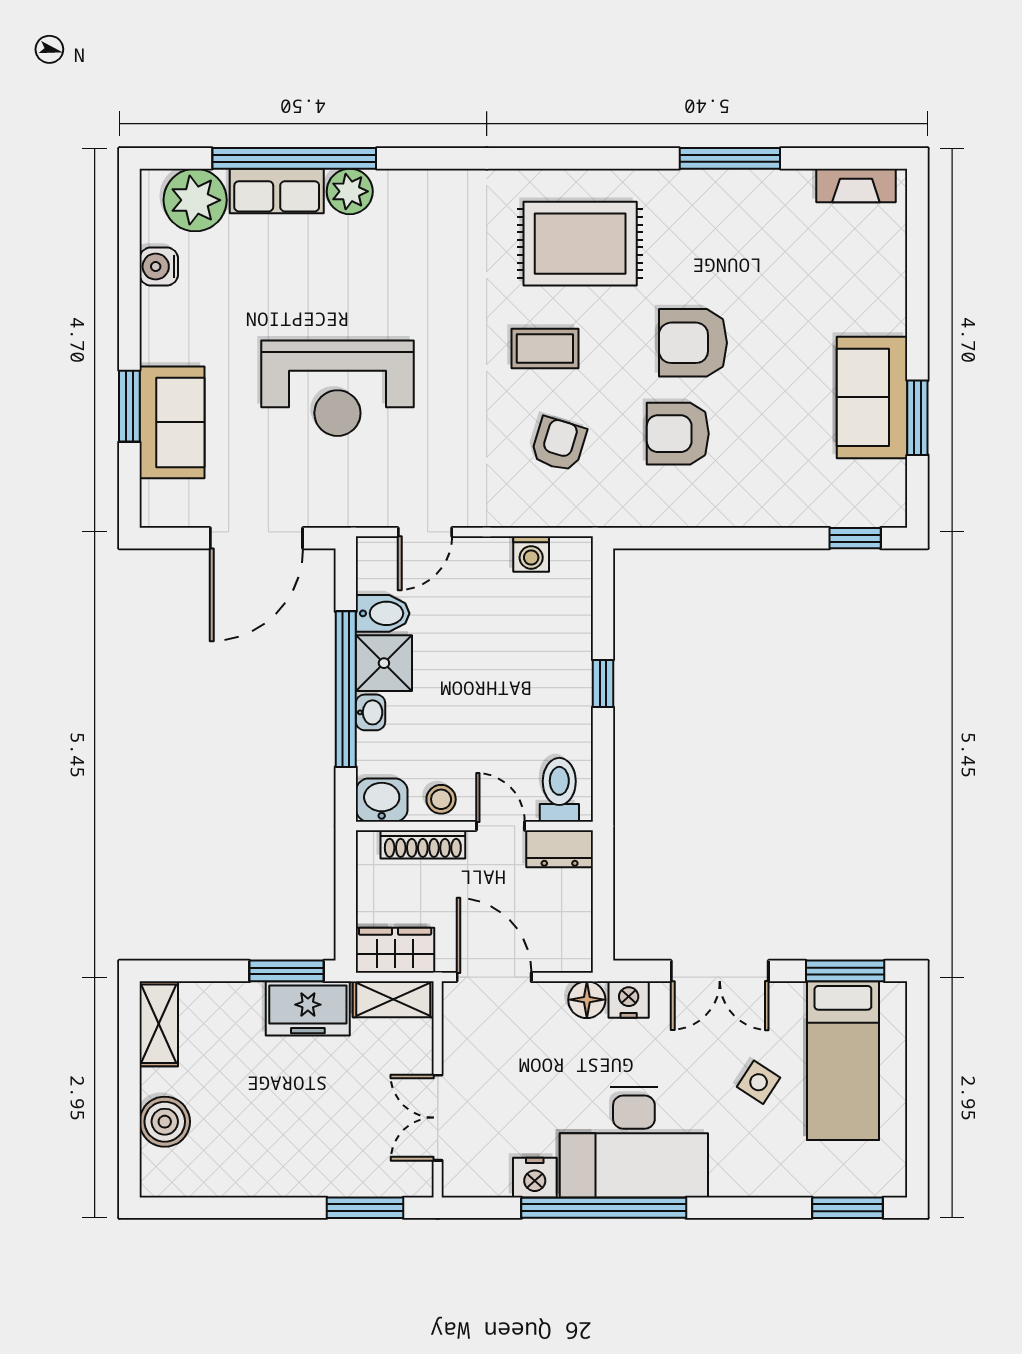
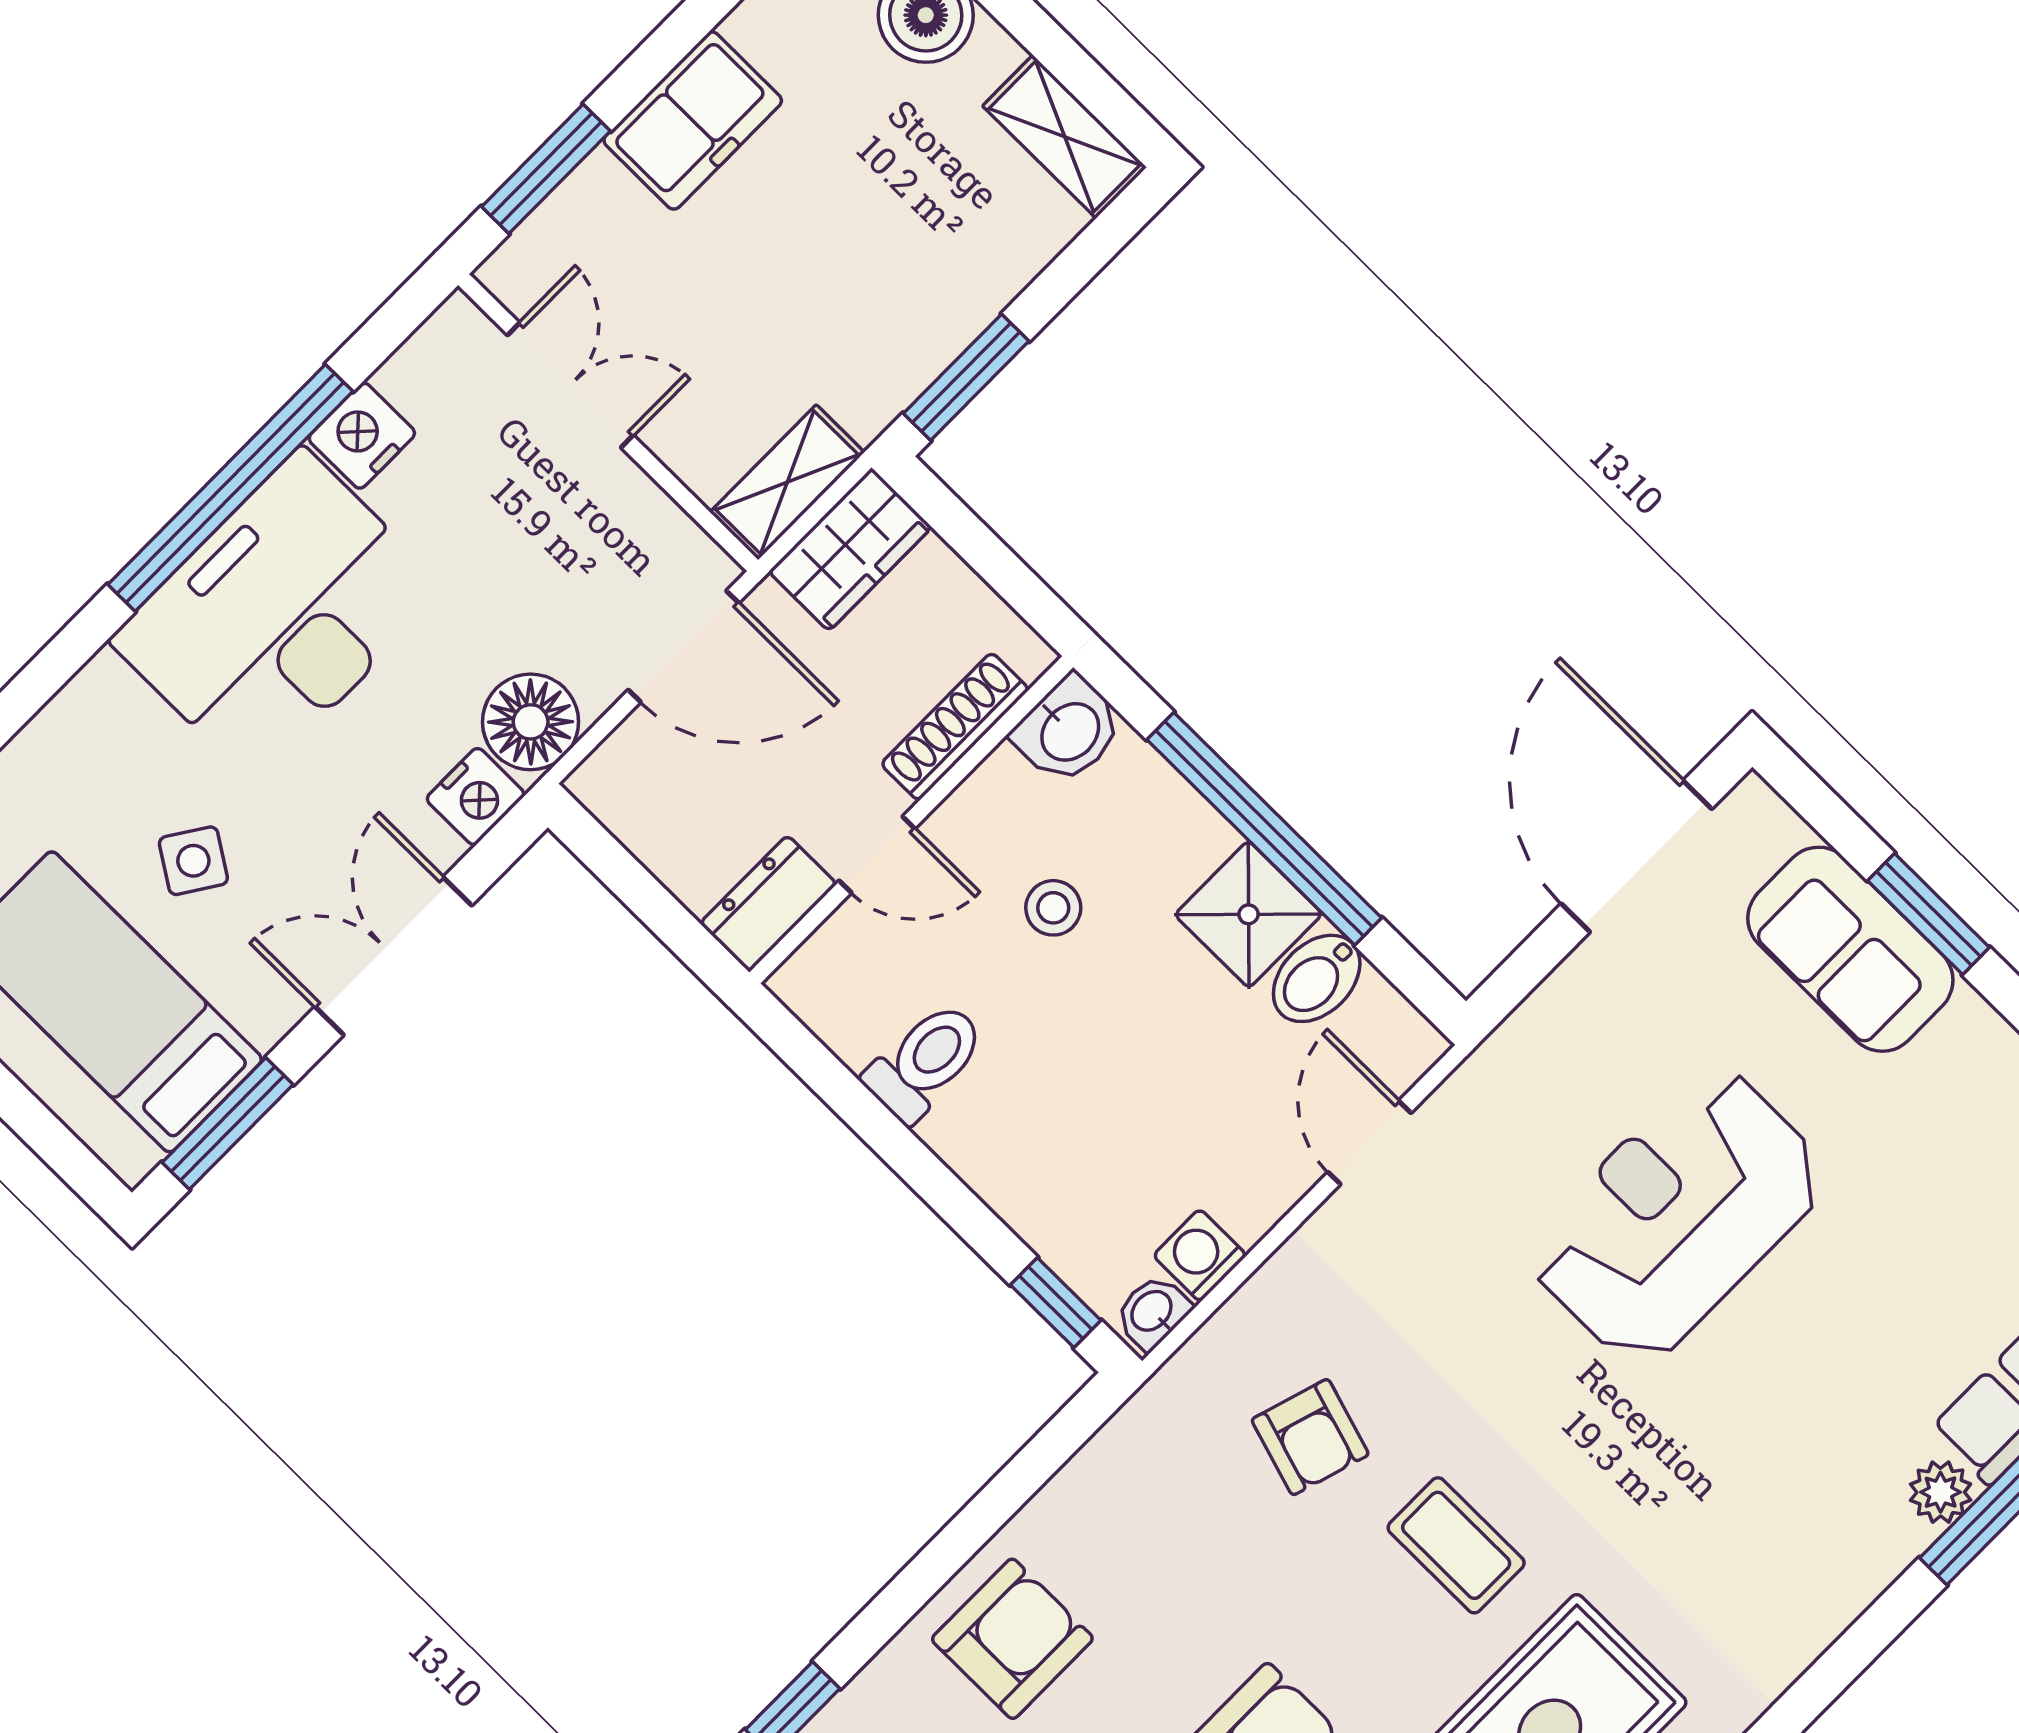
plant: (350, 191) -> (1941, 1492), width x0.73, depth x0.73
coffee table: (545, 348) -> (1456, 1545), turned 90
armchair: (678, 434) -> (1012, 1639), moved
door: (256, 538) -> (1637, 856), moved
window: (603, 684) -> (1056, 1303), moved
washbasin: (371, 712) -> (1153, 1312), moved, turned 90
toilet: (559, 790) -> (925, 1062), moved, turned -90
stool: (441, 799) -> (1053, 908), moved
floor lamp: (587, 1000) -> (531, 722), width x1.38, depth x1.38
freezer: (308, 1008) -> (693, 121), moved, turned 180

